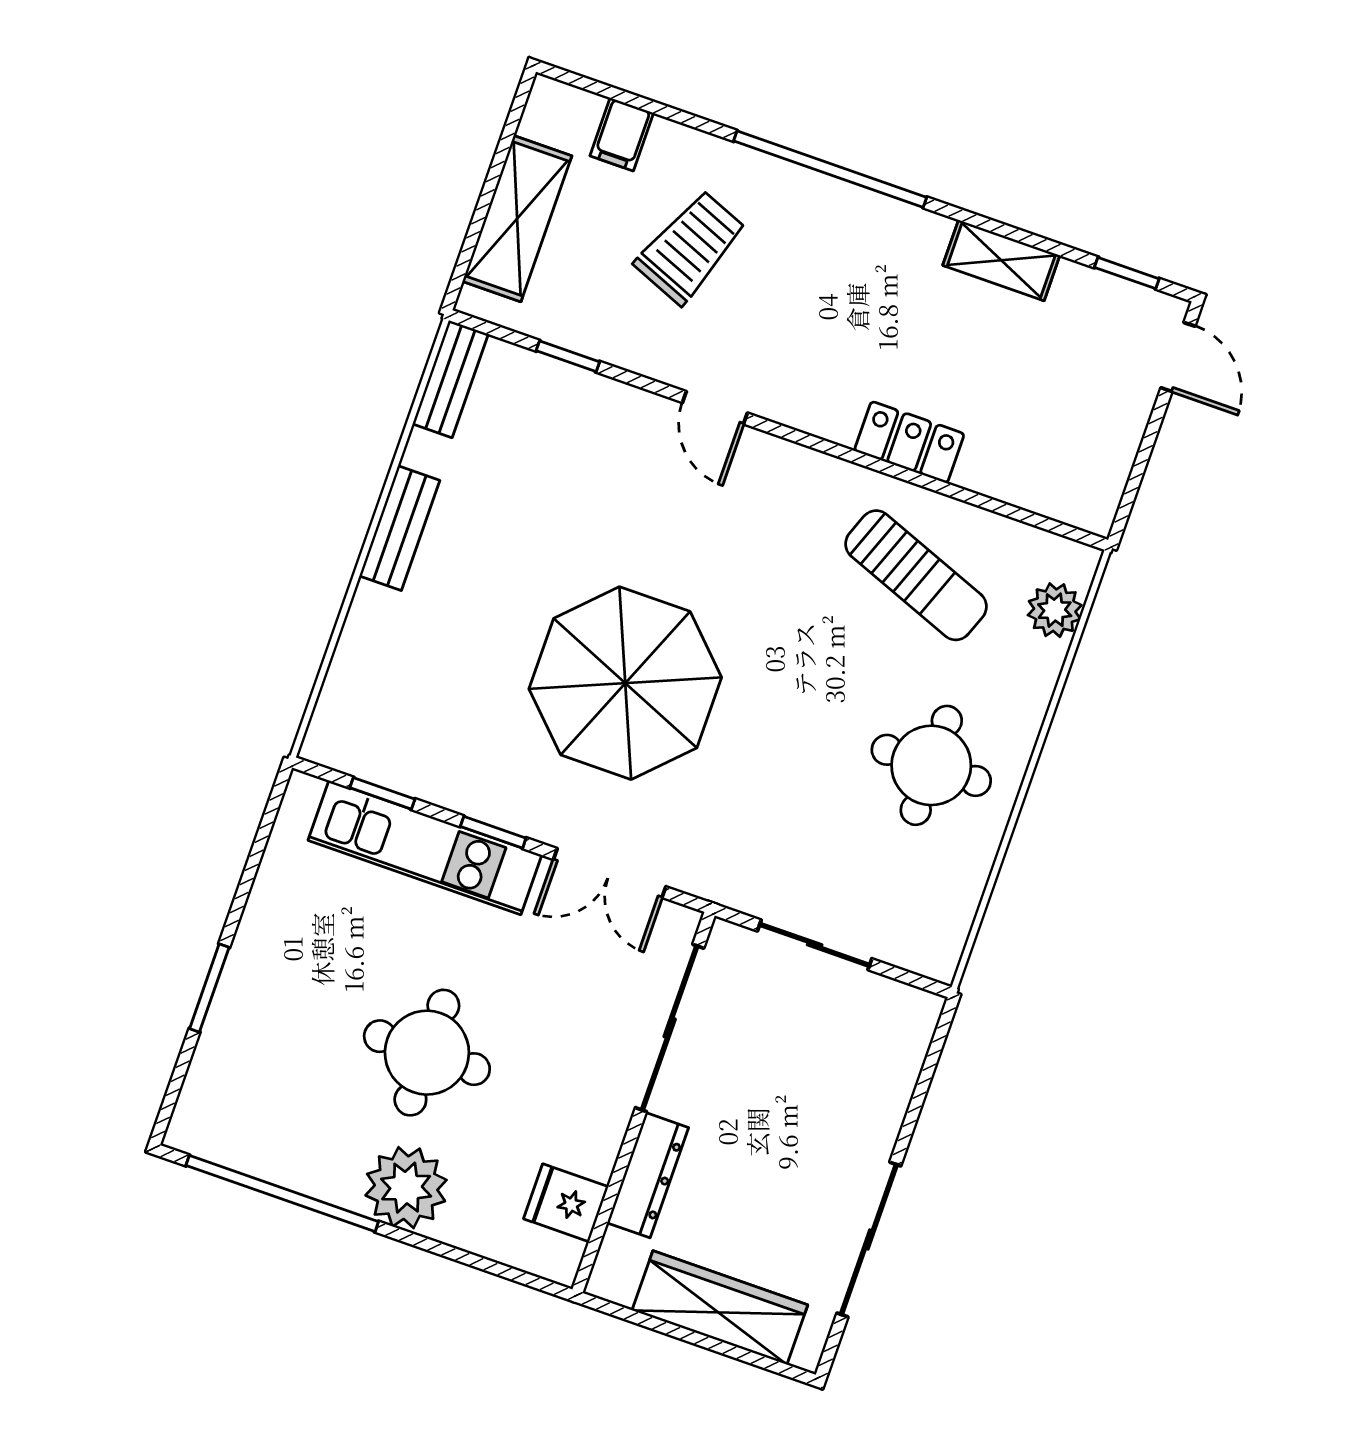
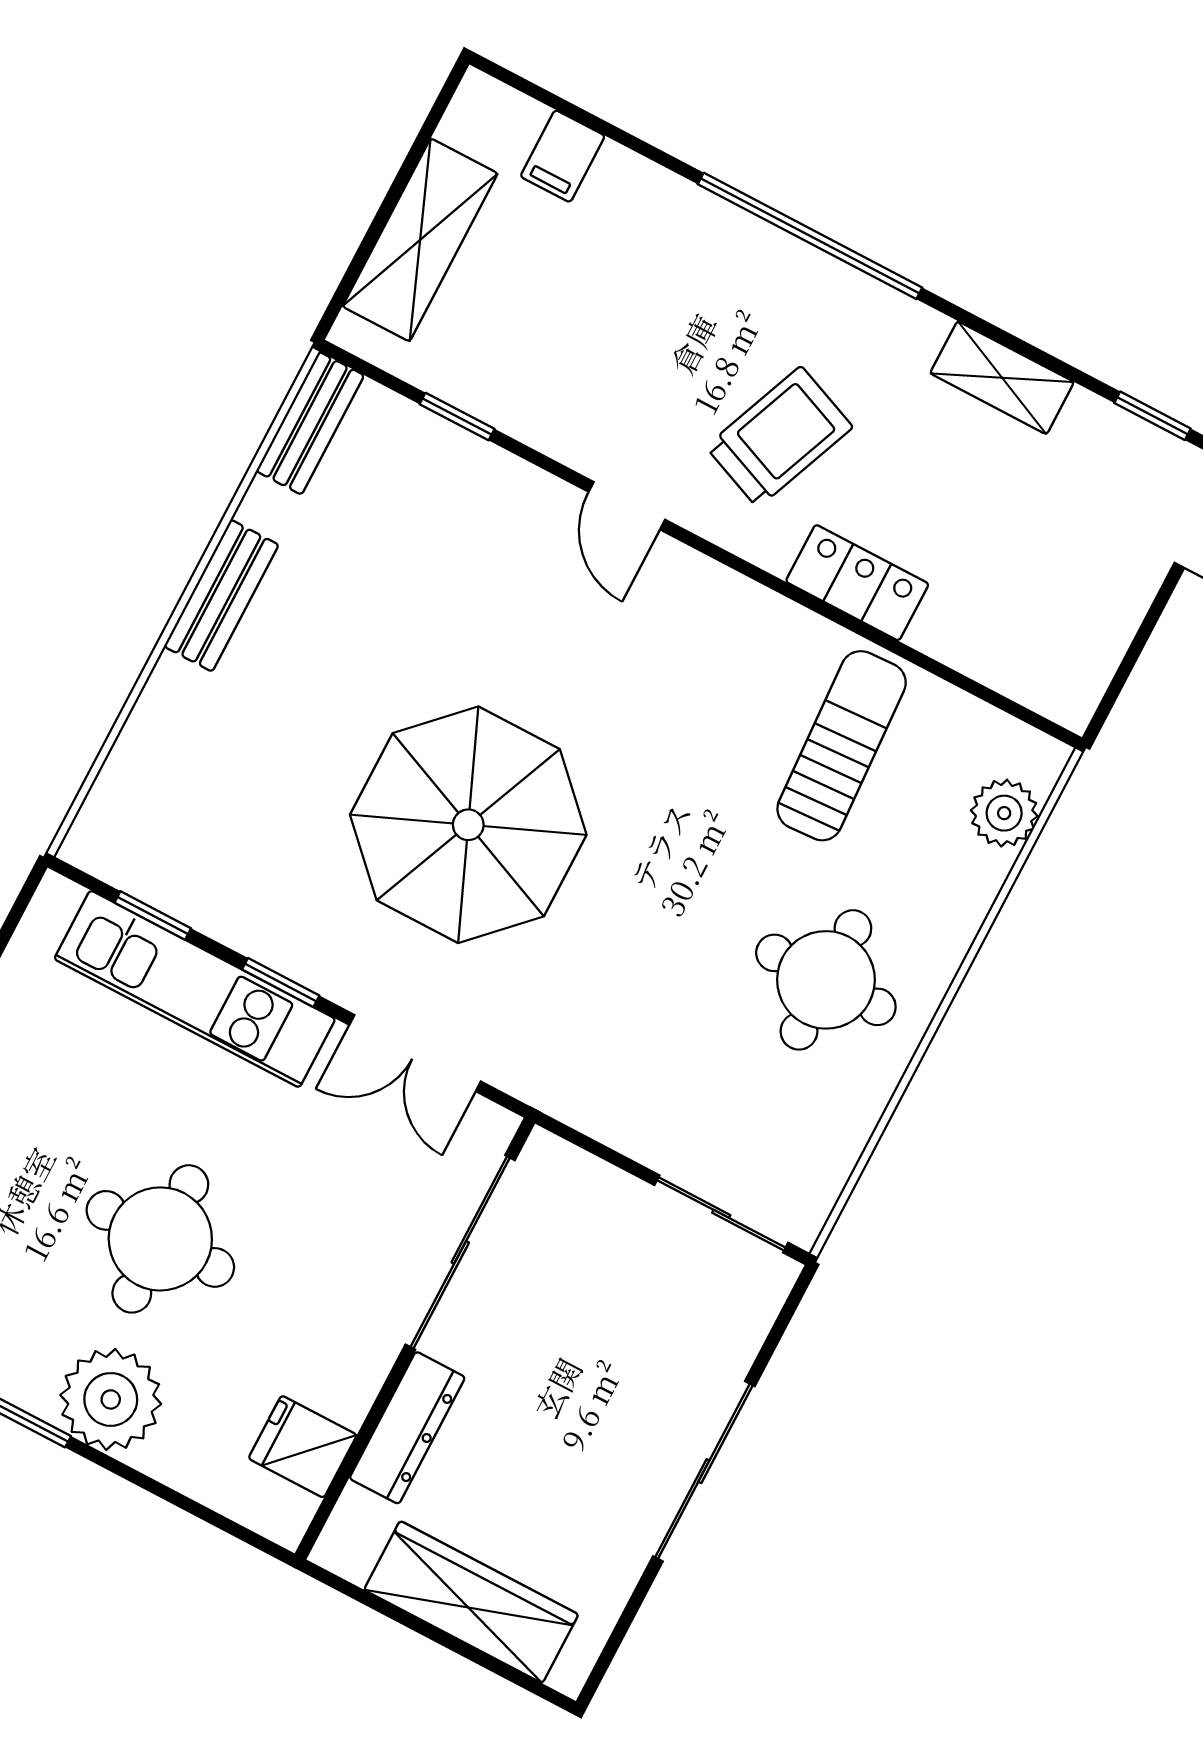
trolley: (690, 247) -> (779, 437), moved
sun lounger: (916, 575) -> (842, 746), turned -114
sliding door: (815, 945) -> (721, 1214), moved
sliding door: (869, 1239) -> (704, 1471), moved

